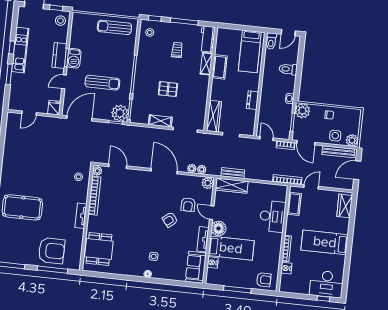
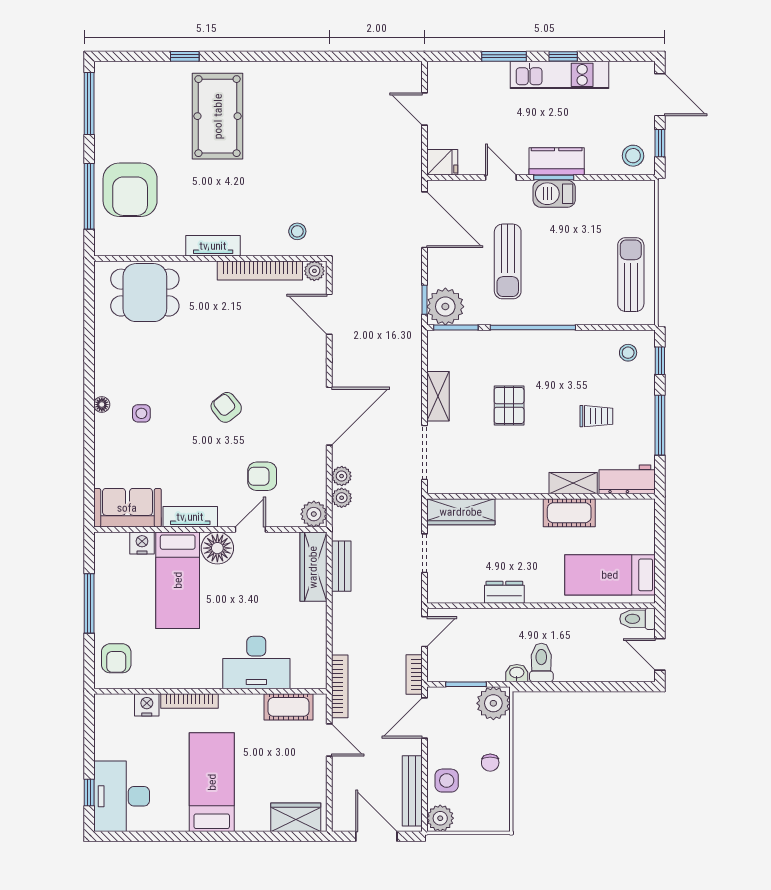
toilet: (288, 69) -> (541, 662), moved
door: (118, 166) -> (329, 314), swing flipped
armchair: (170, 220) -> (226, 407), moved

